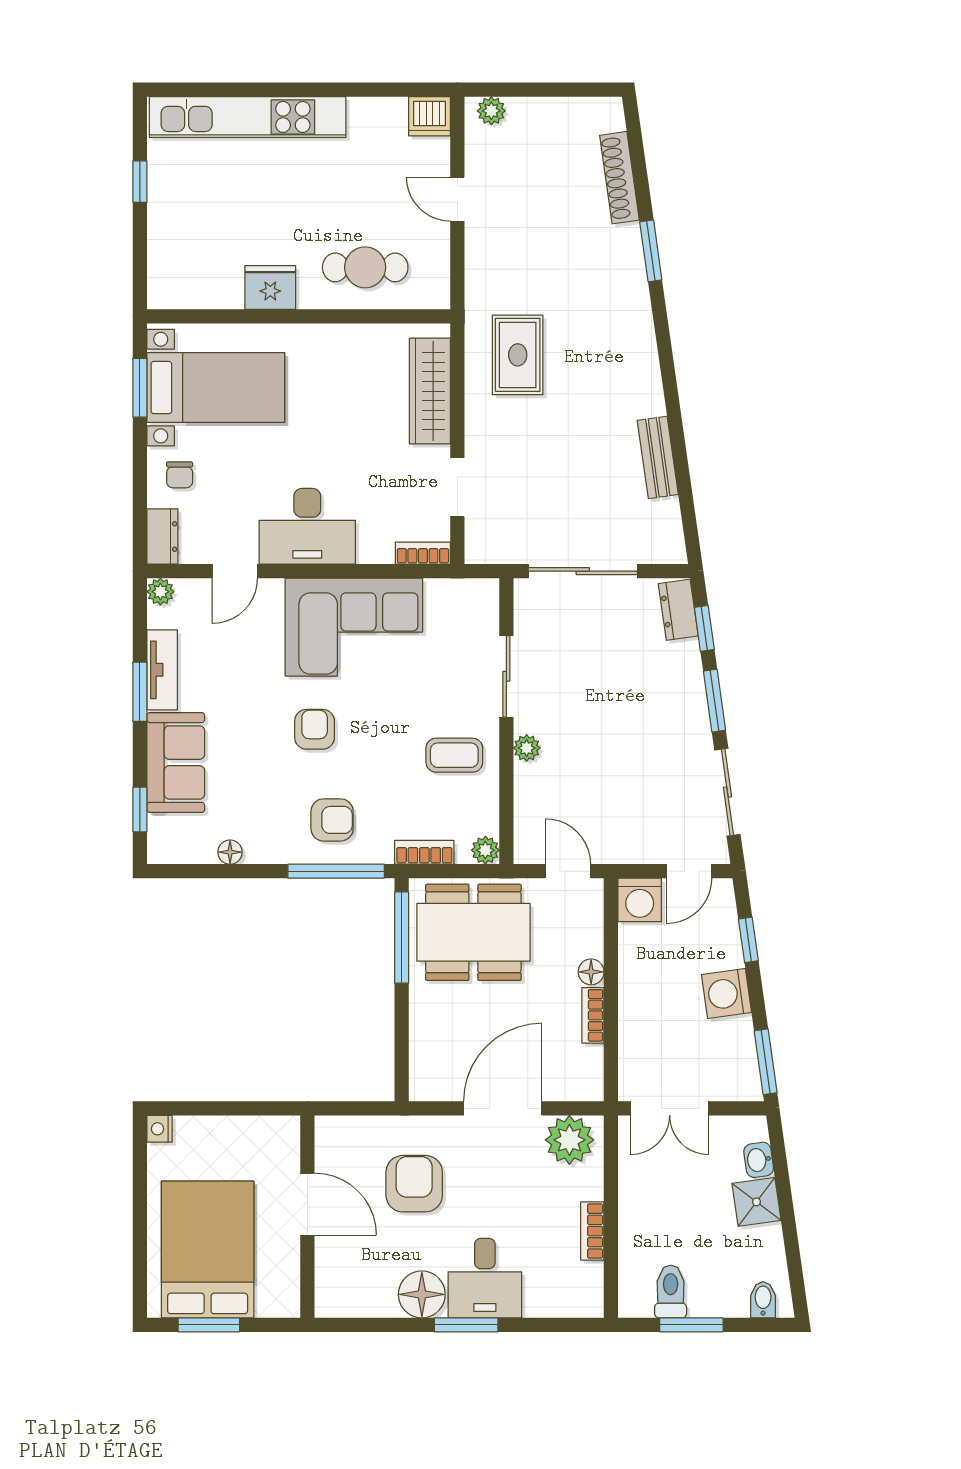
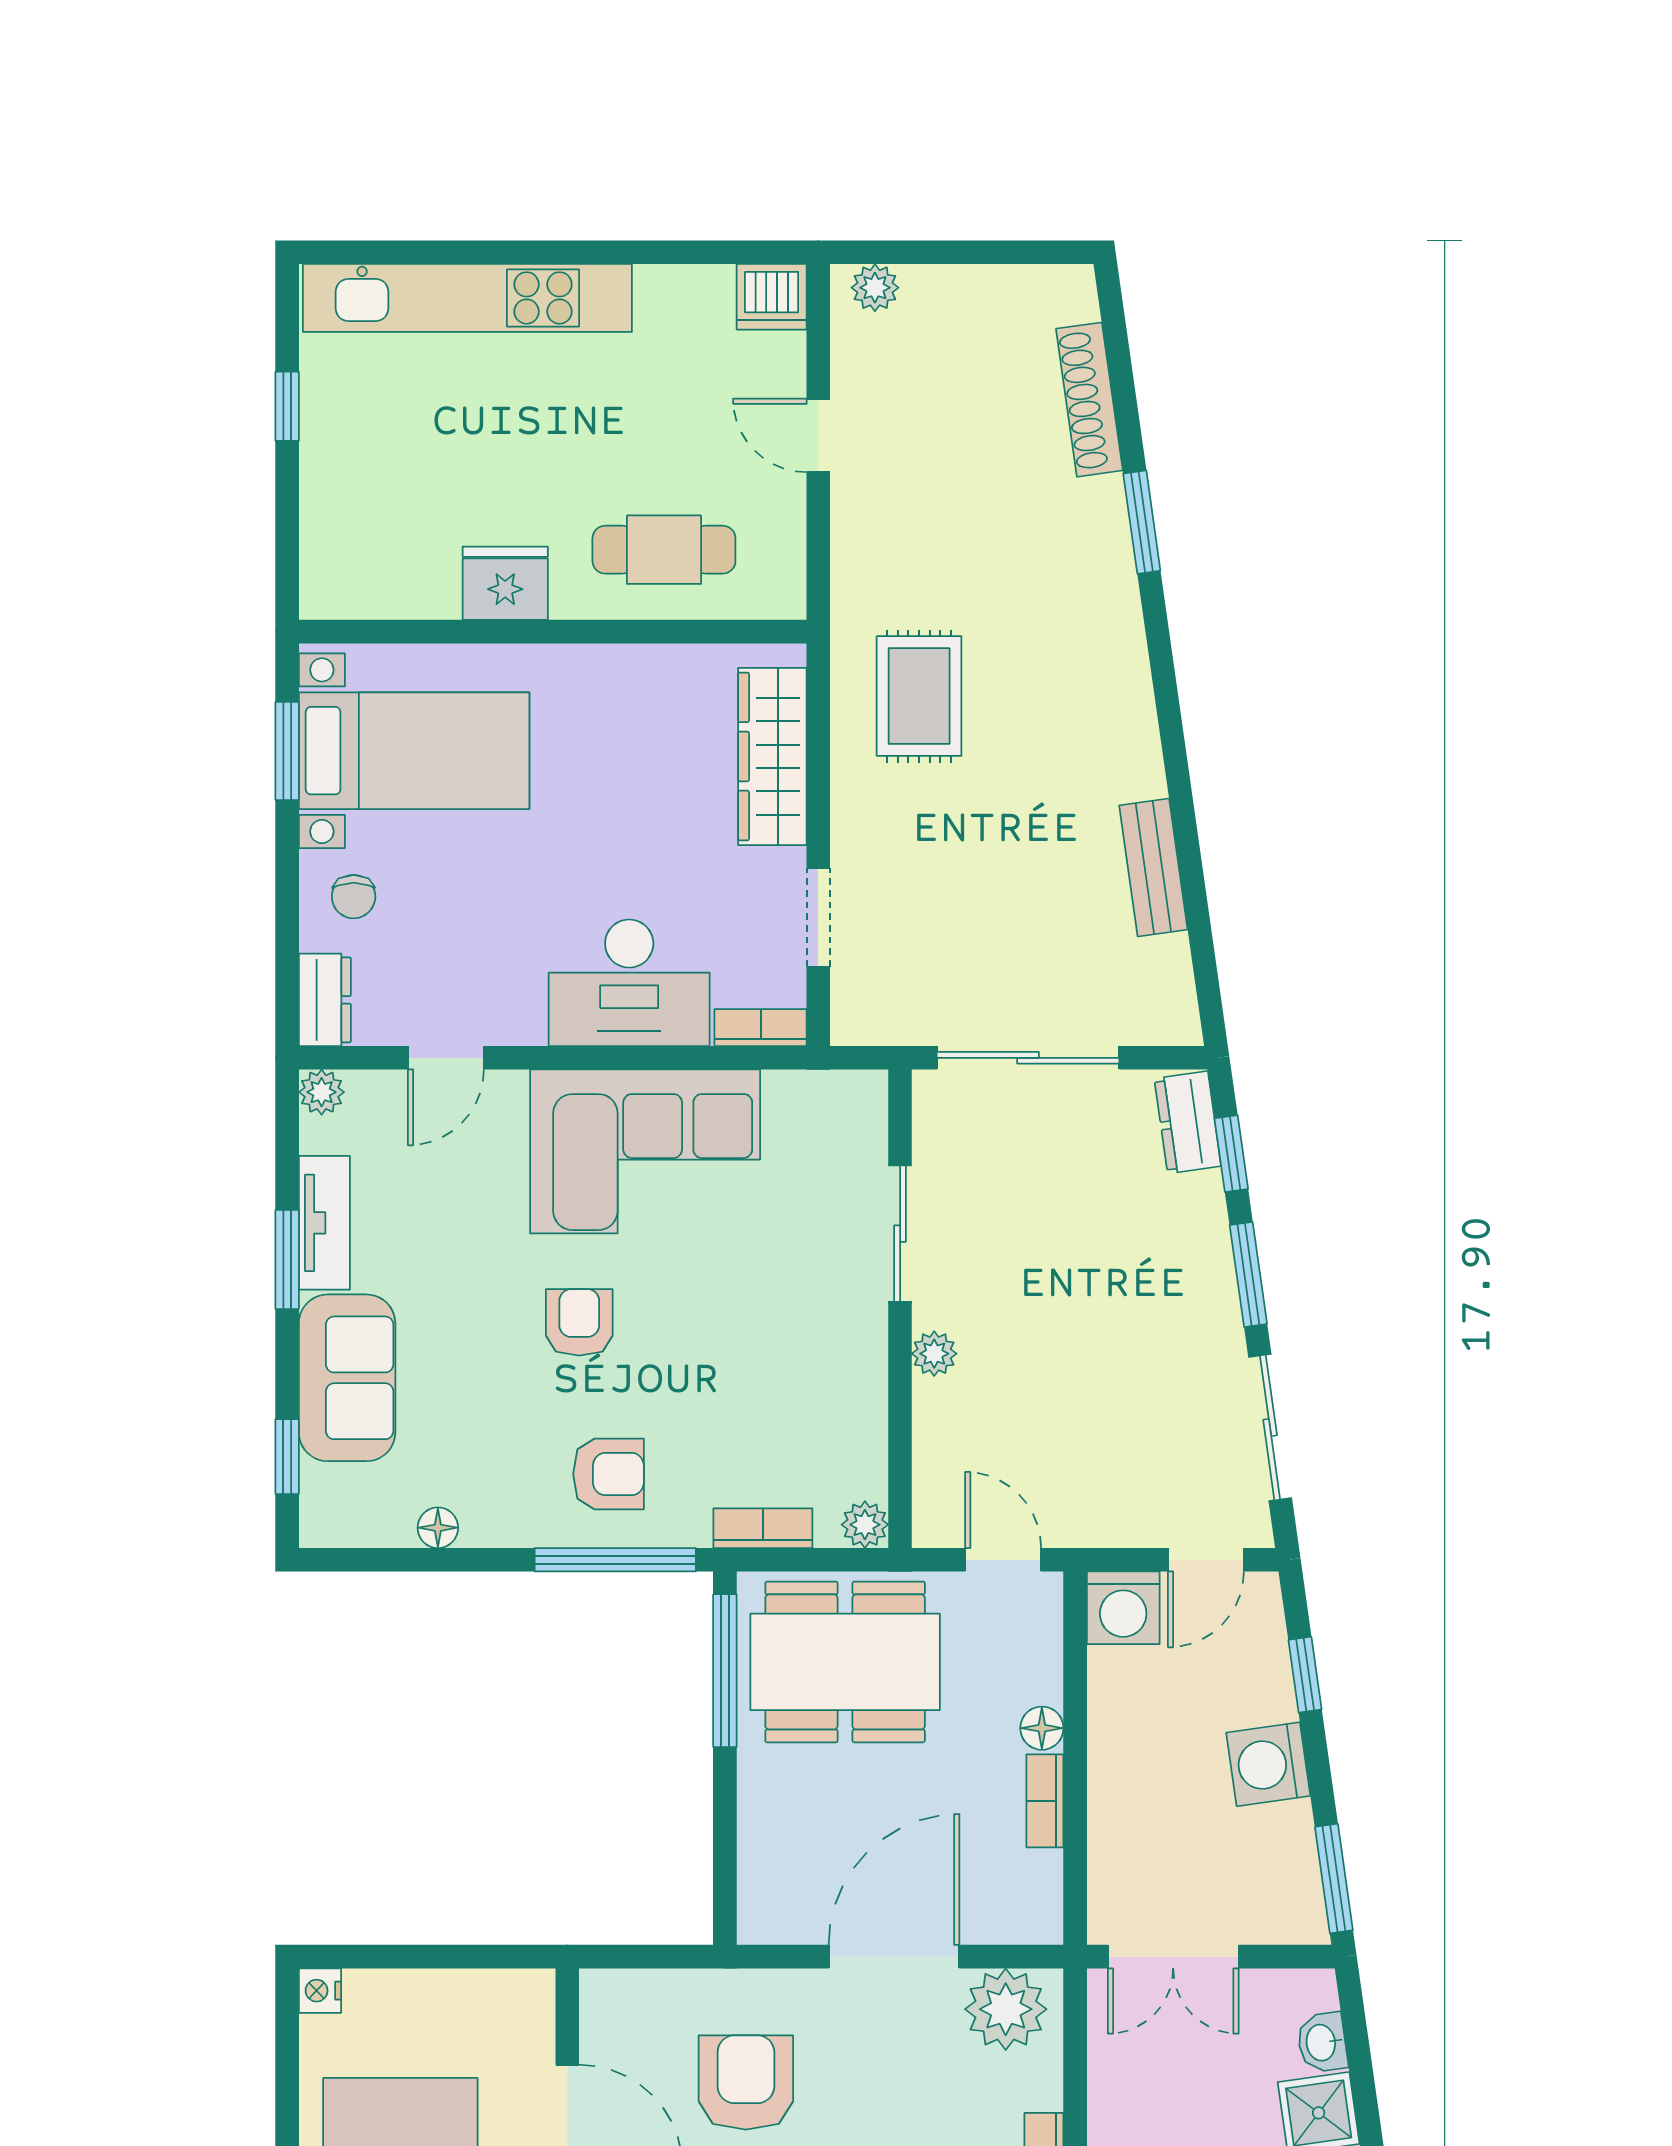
desk: (307, 526) -> (629, 983), moved
coffee table: (454, 755) -> (813, 1366), removed

